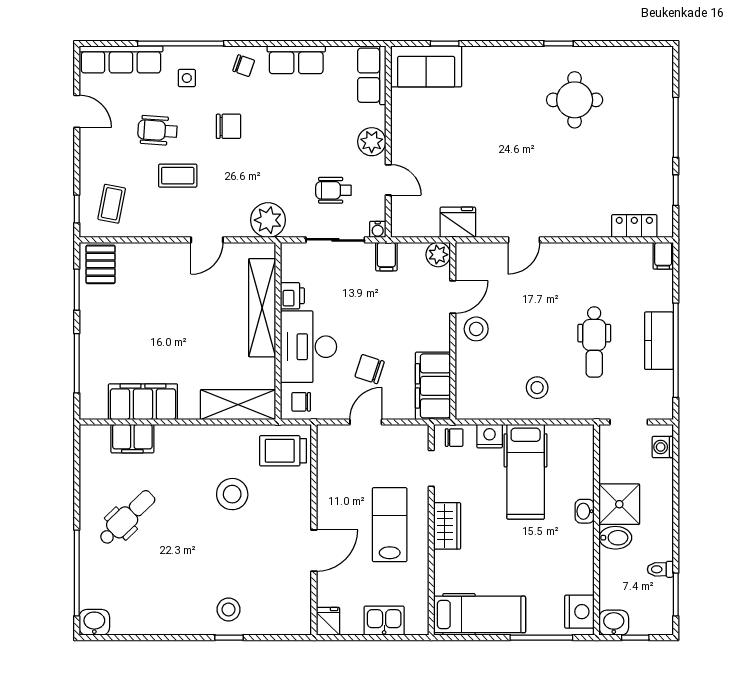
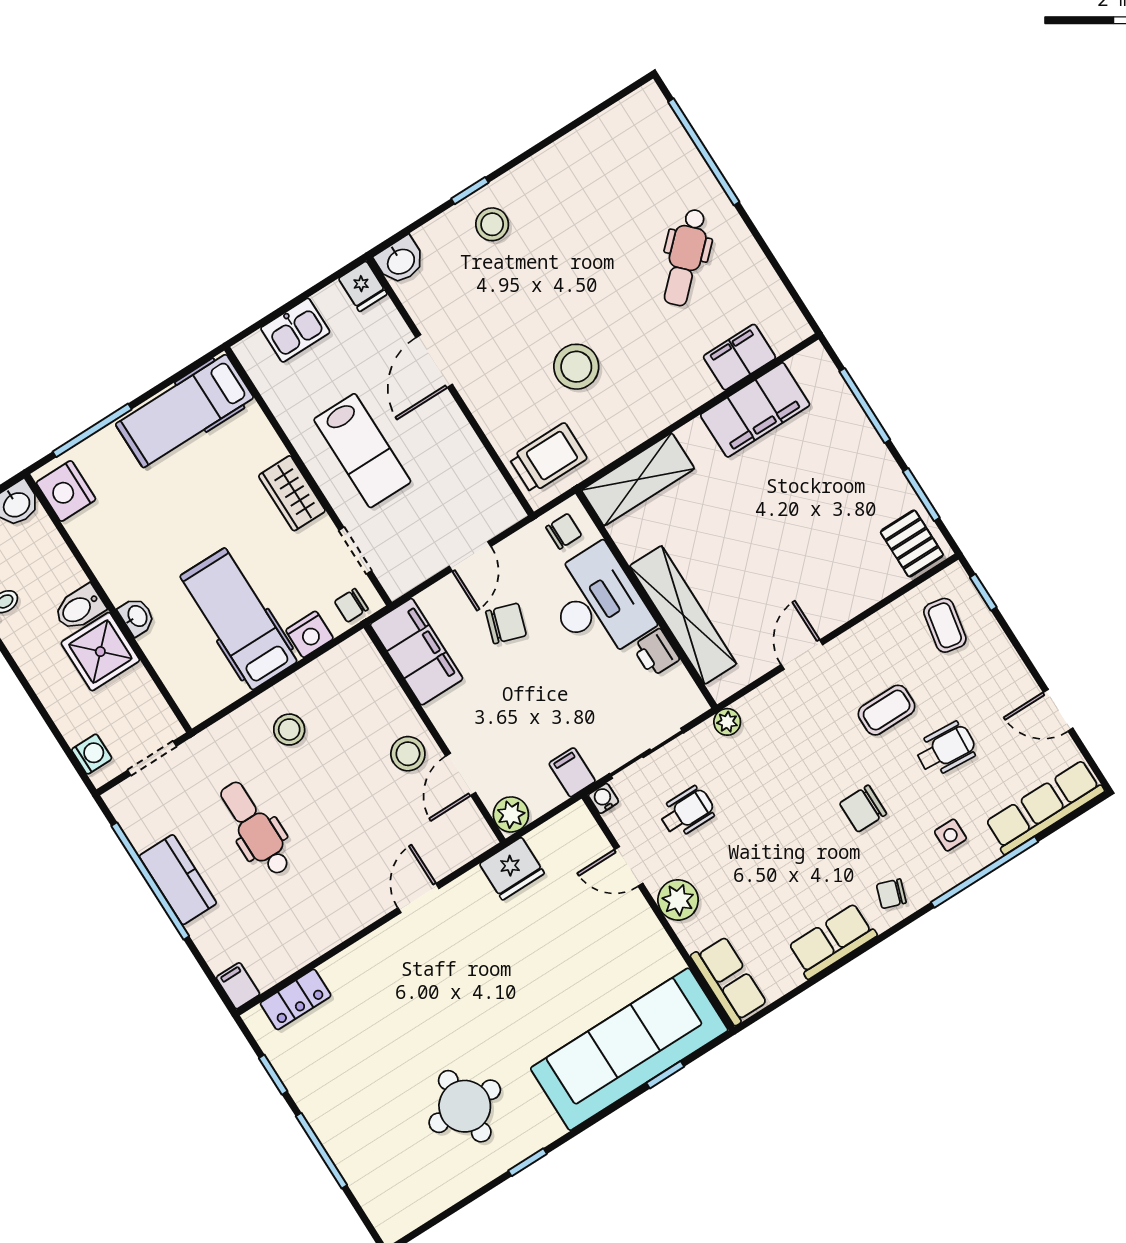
sofa: (426, 66) -> (629, 1049), width x1.85, depth x1.27
plant: (268, 220) -> (727, 722), width x0.53, depth x0.53
washbasin: (94, 622) -> (400, 261), moved

